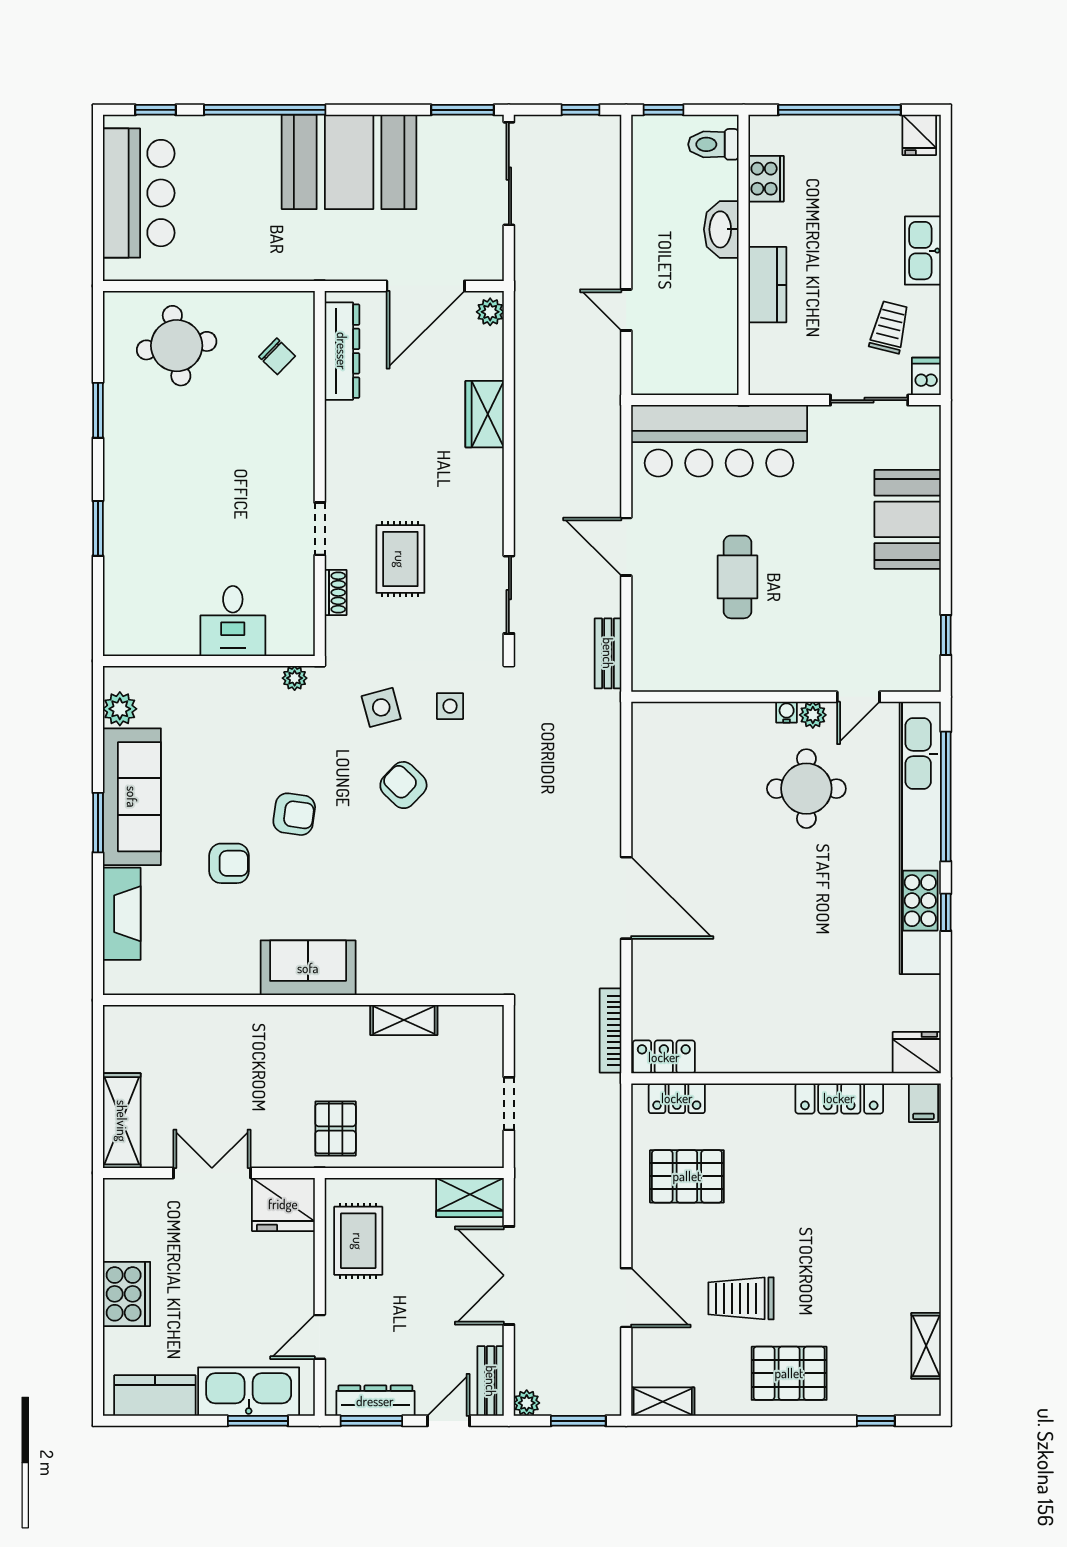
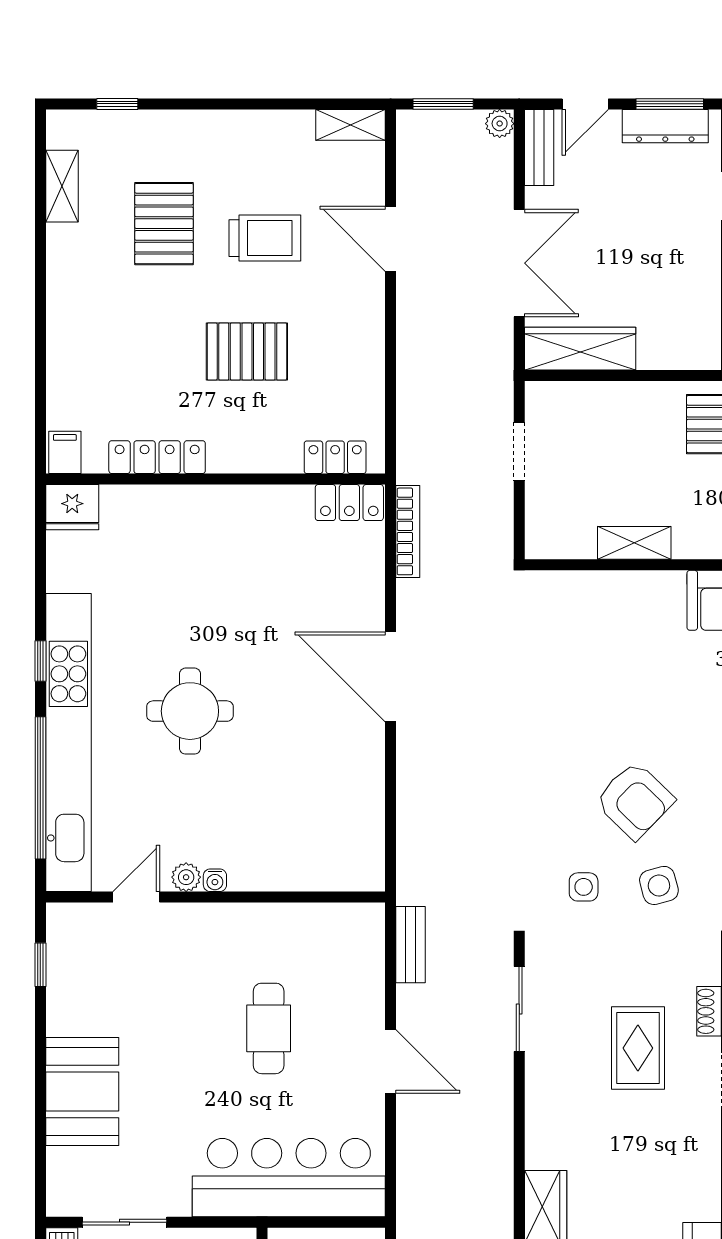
armchair: (403, 785) -> (635, 800), width x1.38, depth x1.38
round table: (806, 789) -> (190, 711), moved
pallet: (687, 1176) -> (247, 351), moved
wardrobe: (470, 1197) -> (580, 349), width x1.50
rug: (358, 1241) -> (684, 301), removed
pallet: (789, 1373) -> (164, 224), moved, turned 90

